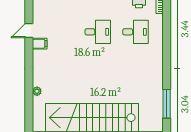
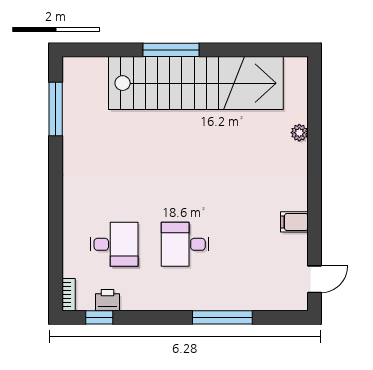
door: (29, 31) -> (315, 279), moved
desk: (136, 32) -> (114, 244), turned 180

